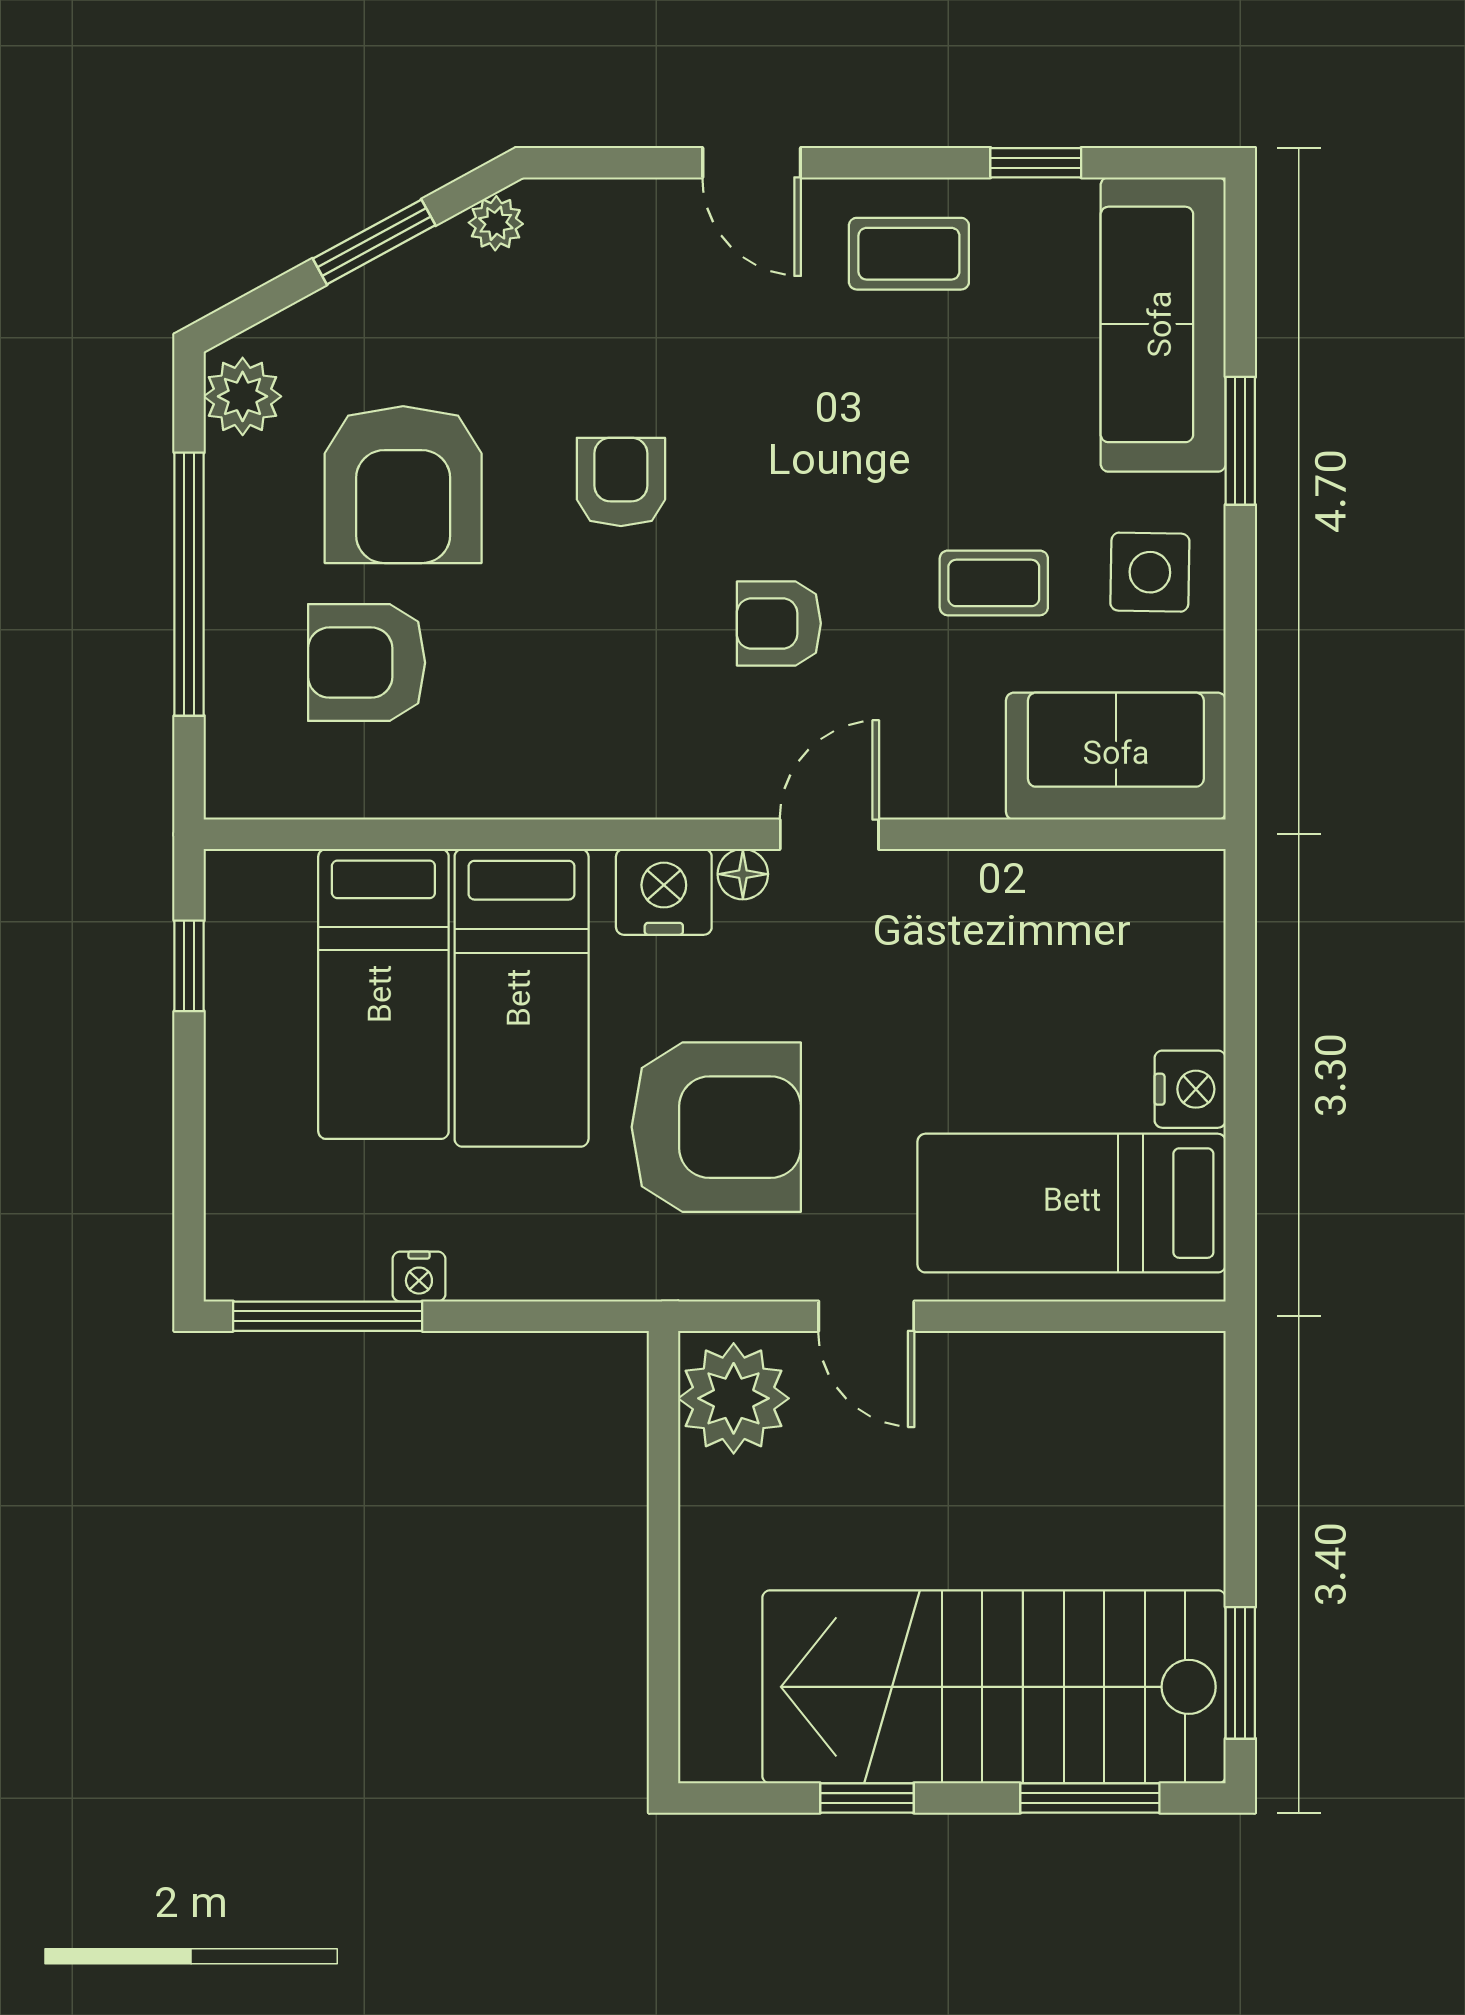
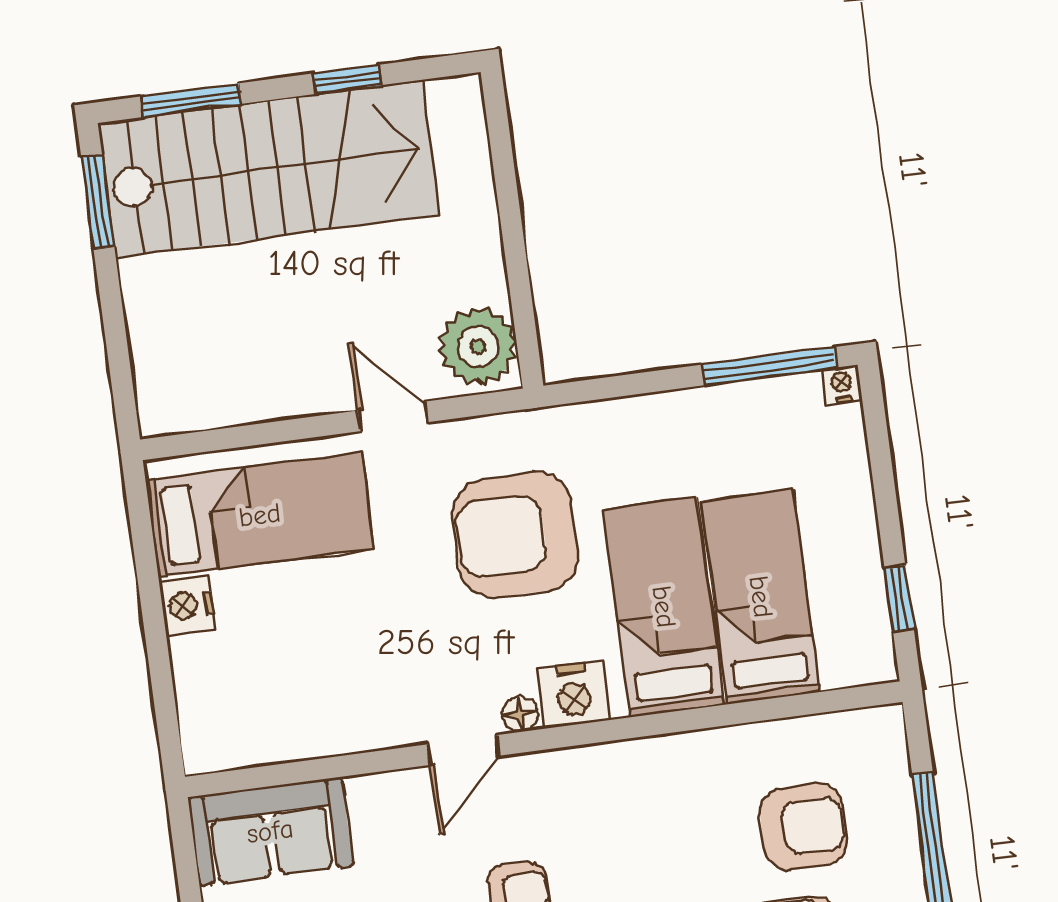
nightstand: (419, 1277) -> (841, 385), moved

